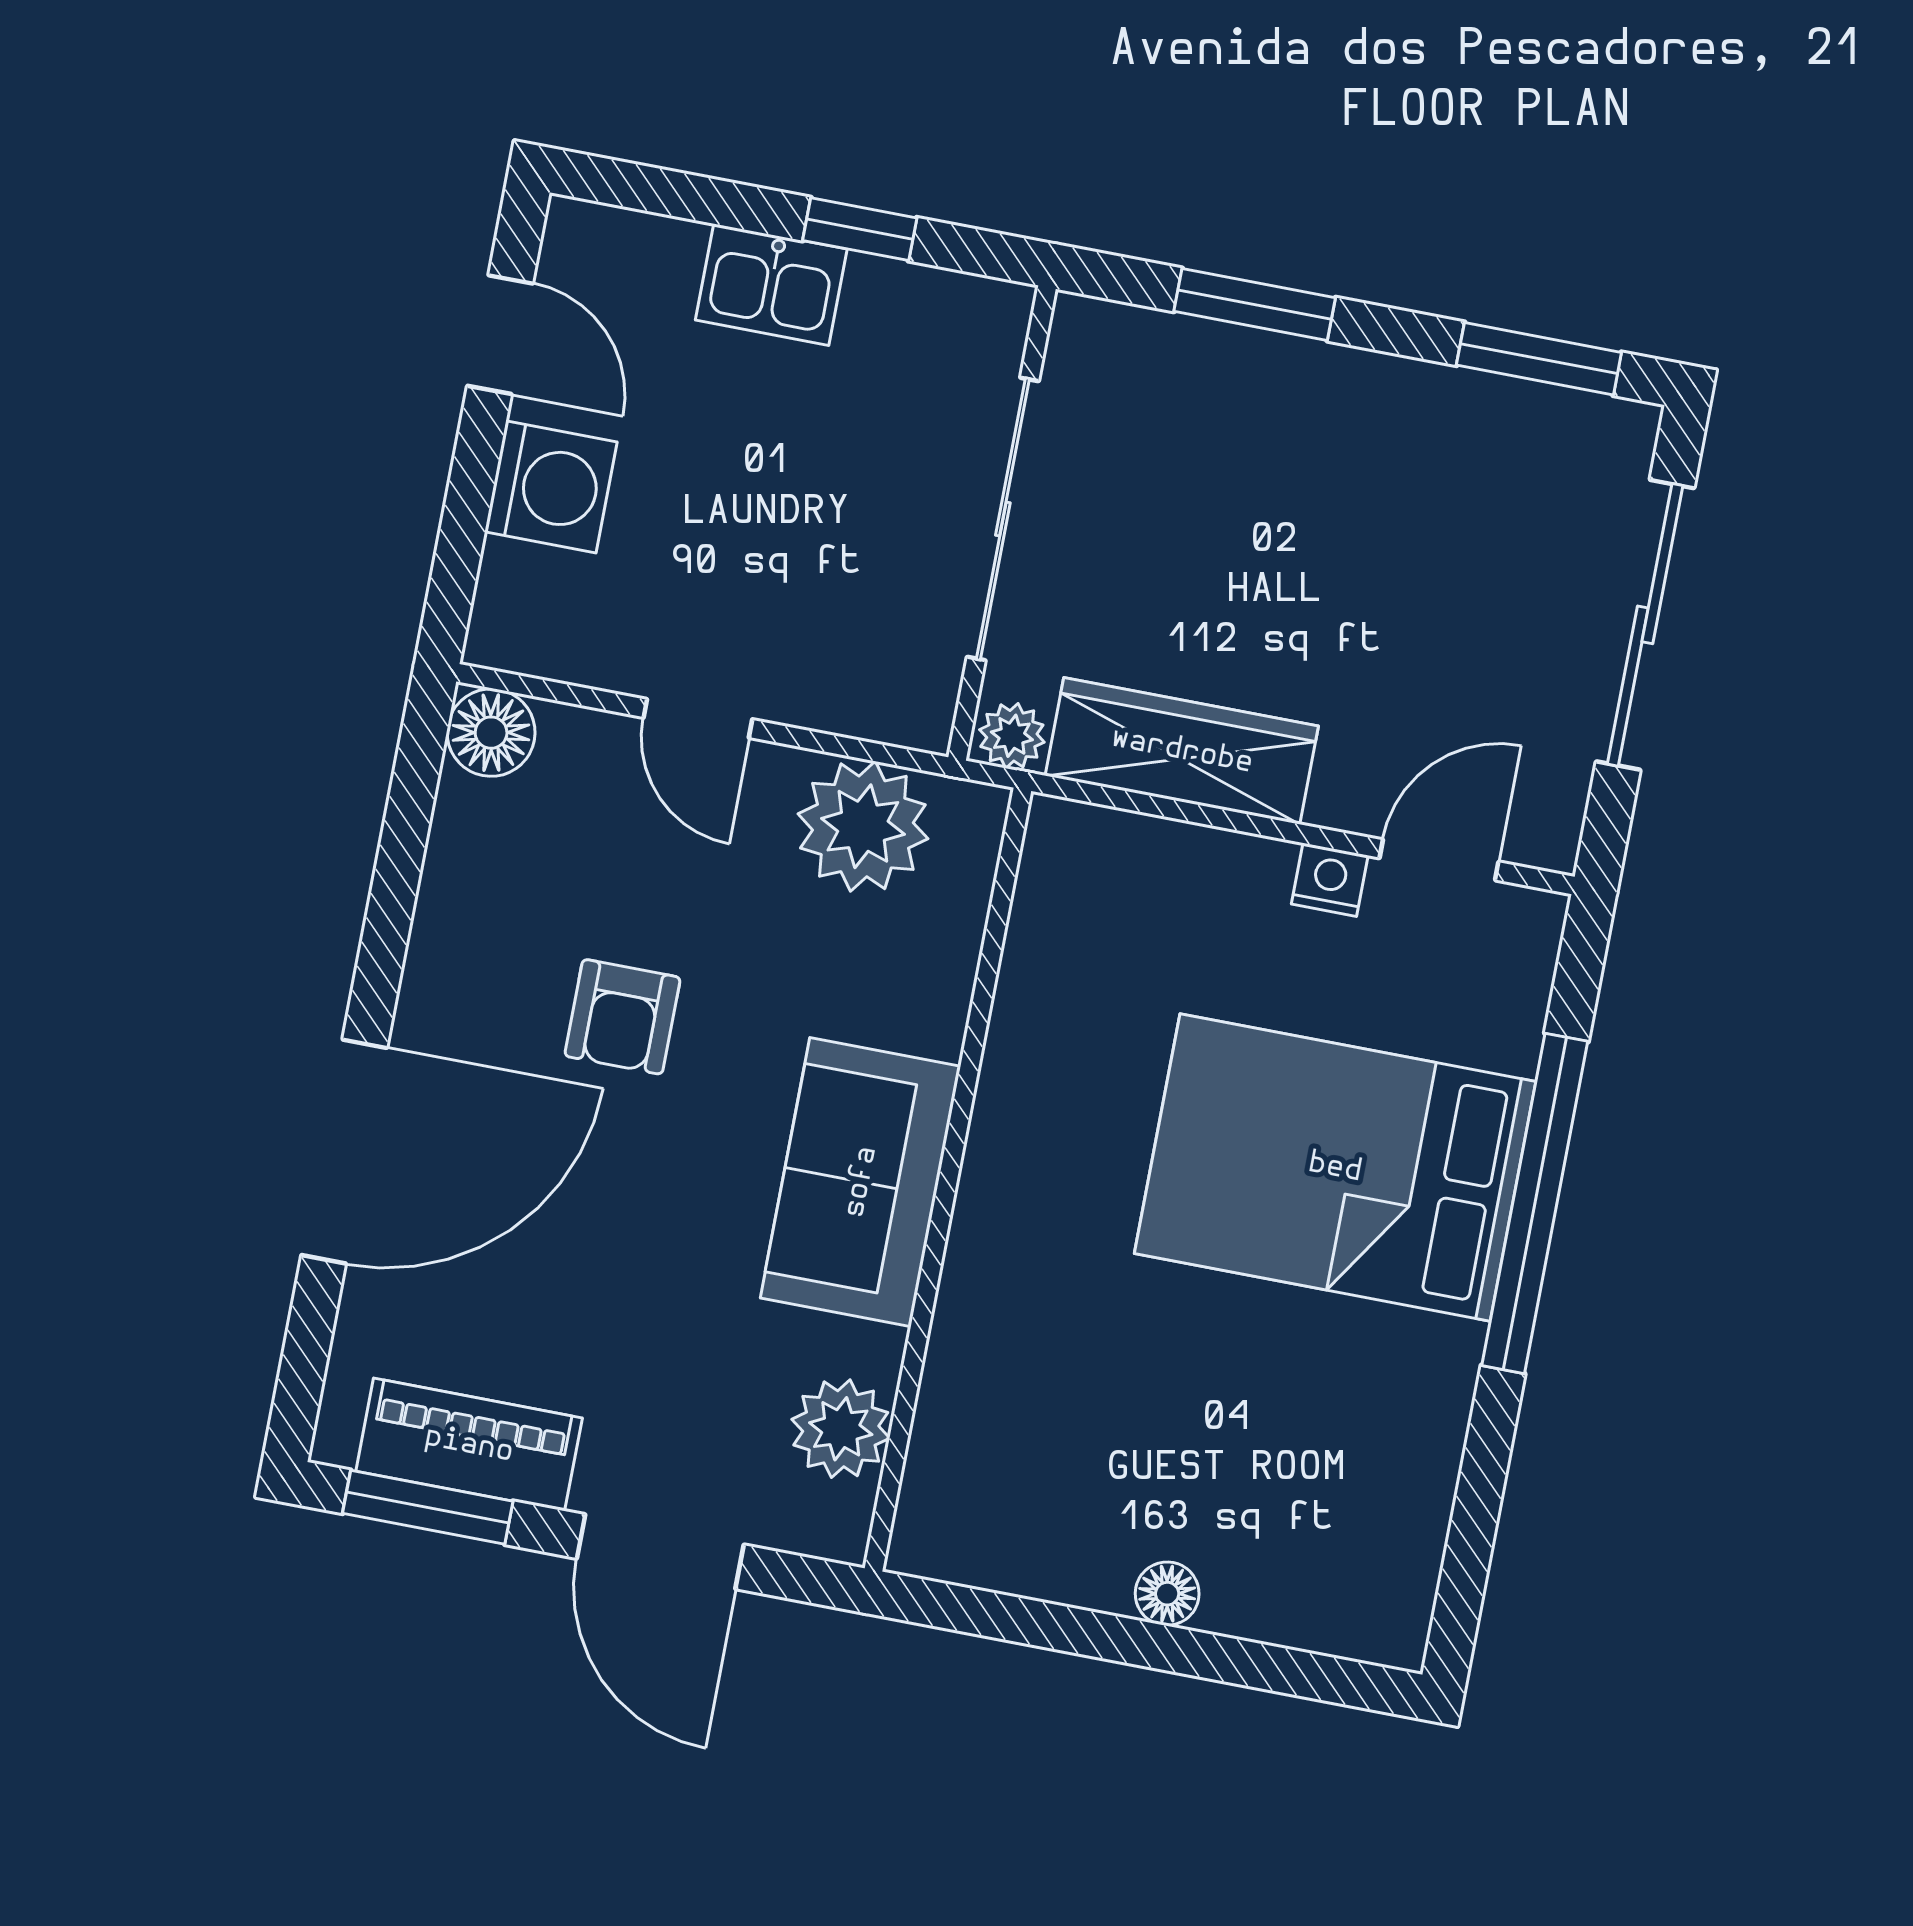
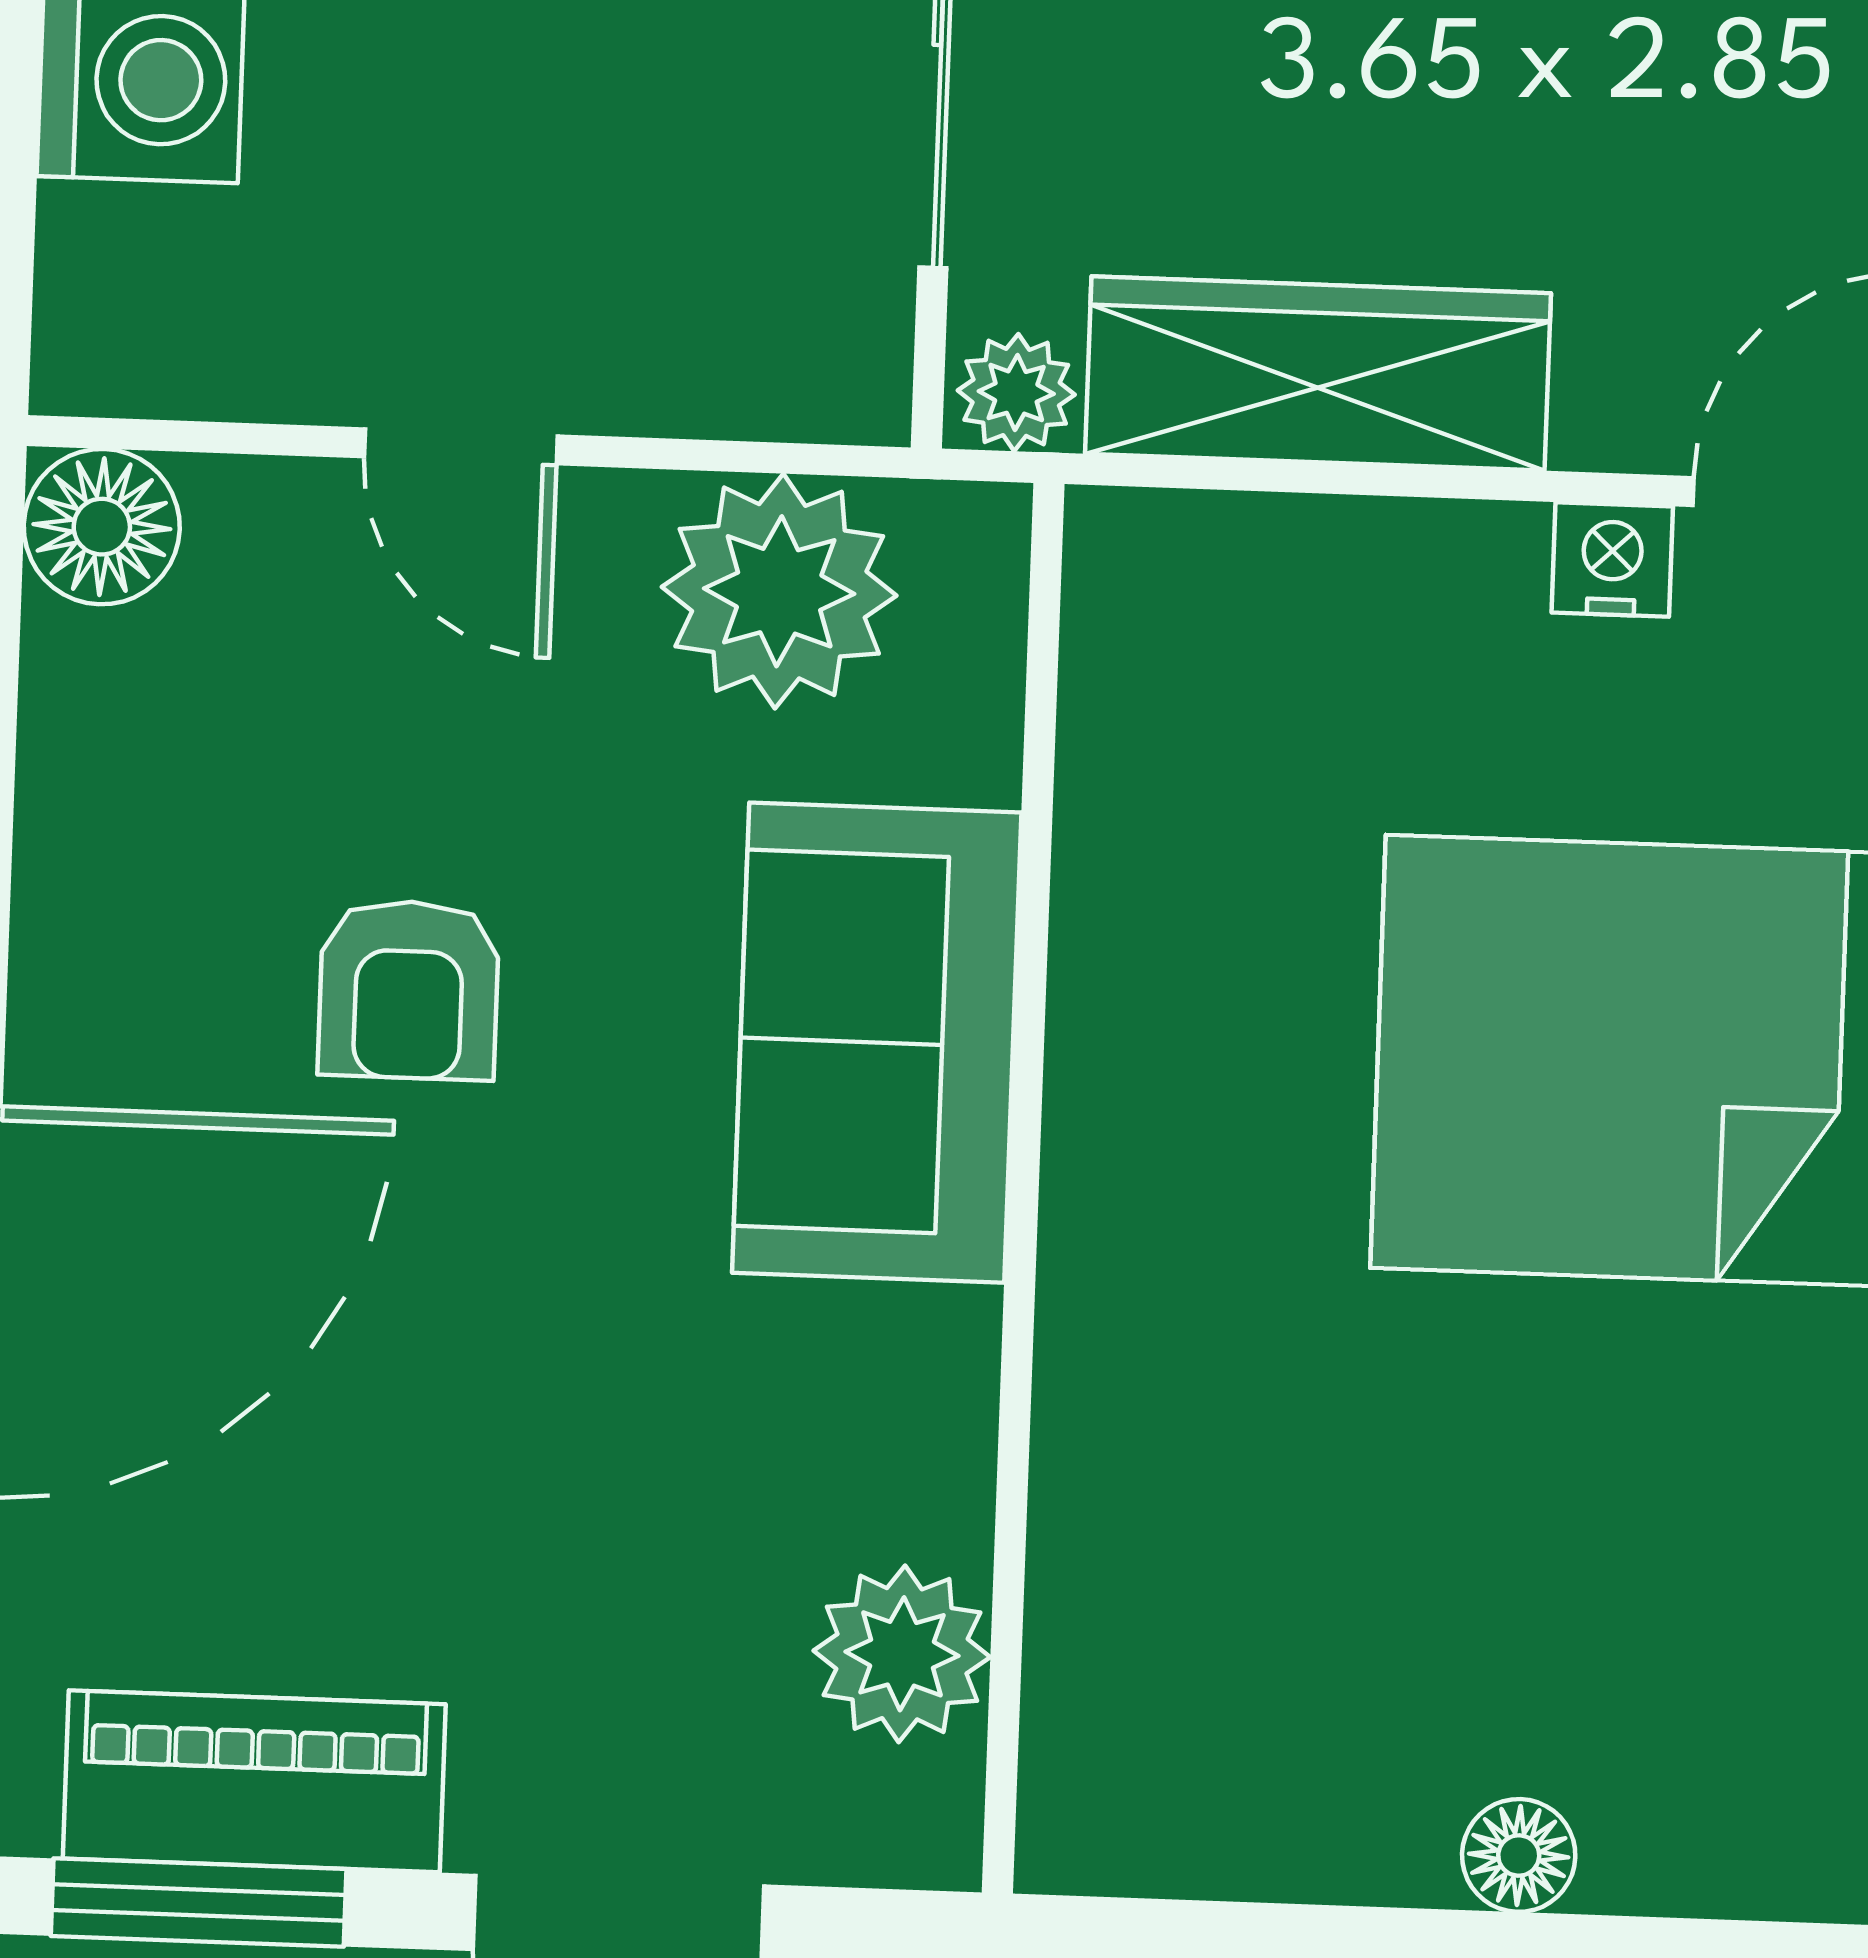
sofa: (861, 1182) -> (877, 1043), moved

